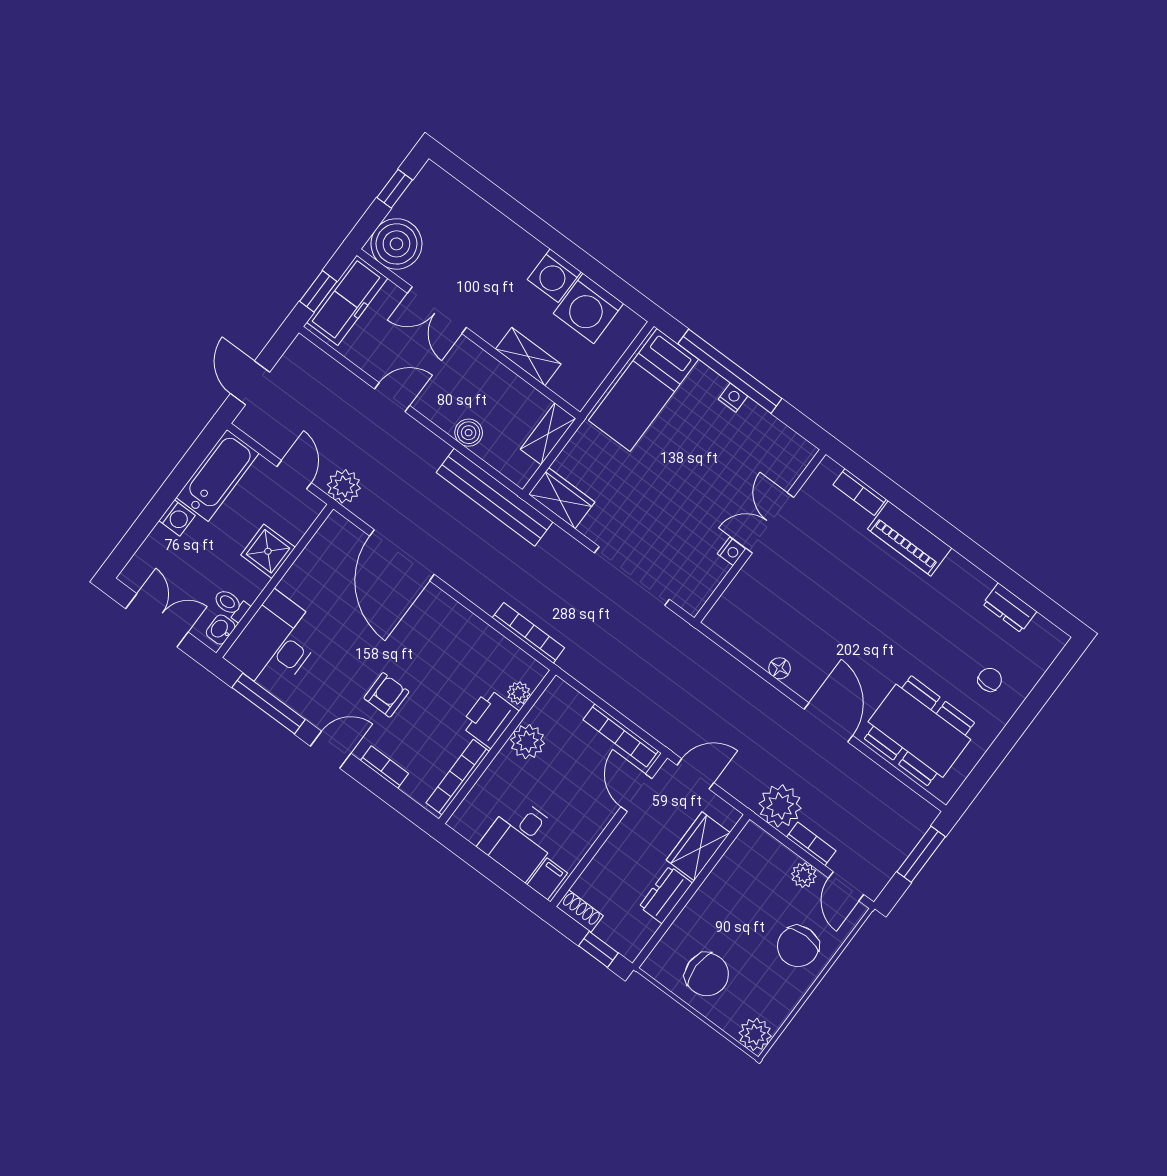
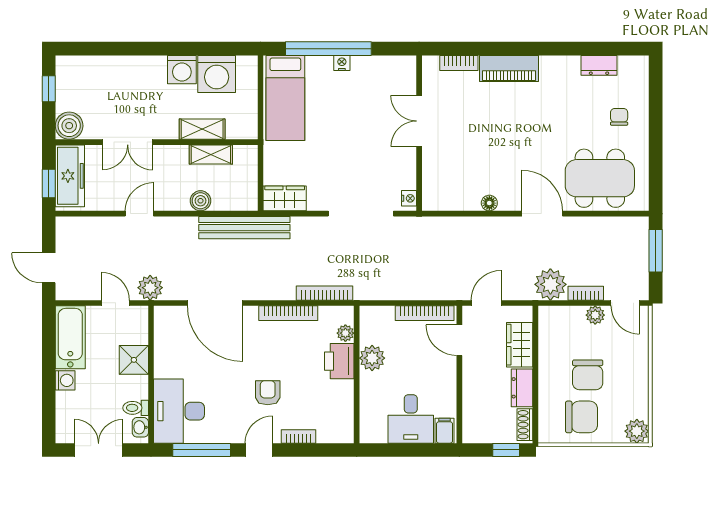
boiler: (396, 244) -> (69, 126), width x0.73, depth x0.73
shelving: (548, 434) -> (211, 154), moved, turned 90
nightstand: (732, 551) -> (409, 198), moved
bookcase: (458, 777) -> (288, 313), moved, turned -90
shoe rack: (580, 911) -> (525, 425), moved, turned -90
chair: (798, 946) -> (588, 375), moved

